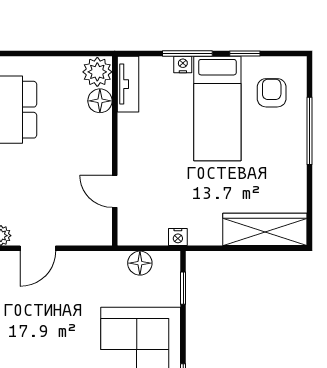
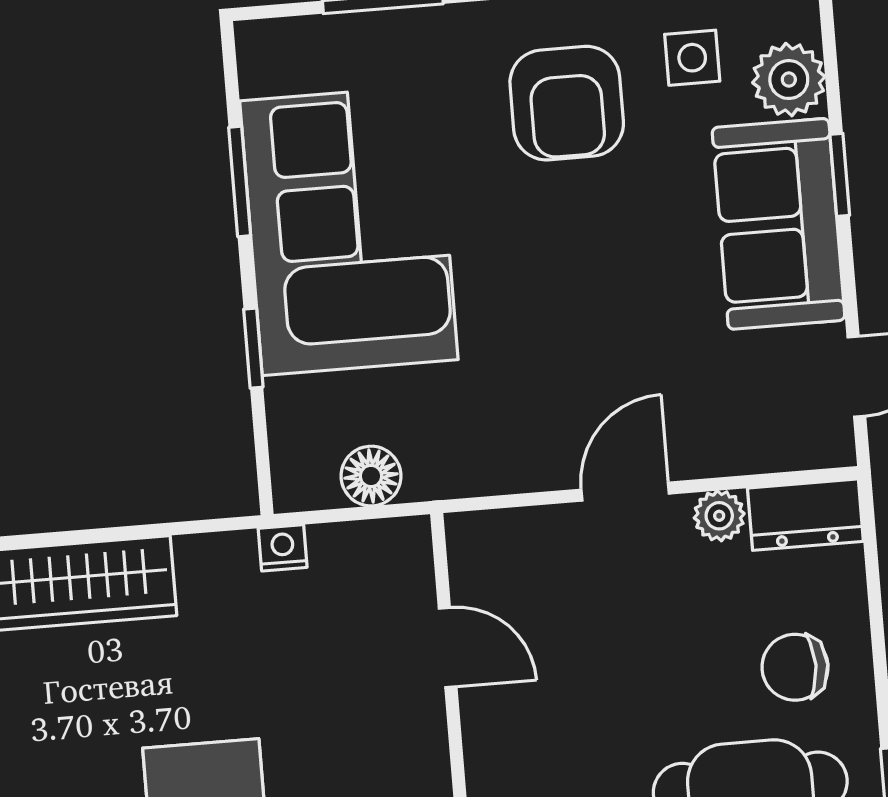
window: (183, 288) -> (253, 348), moved

